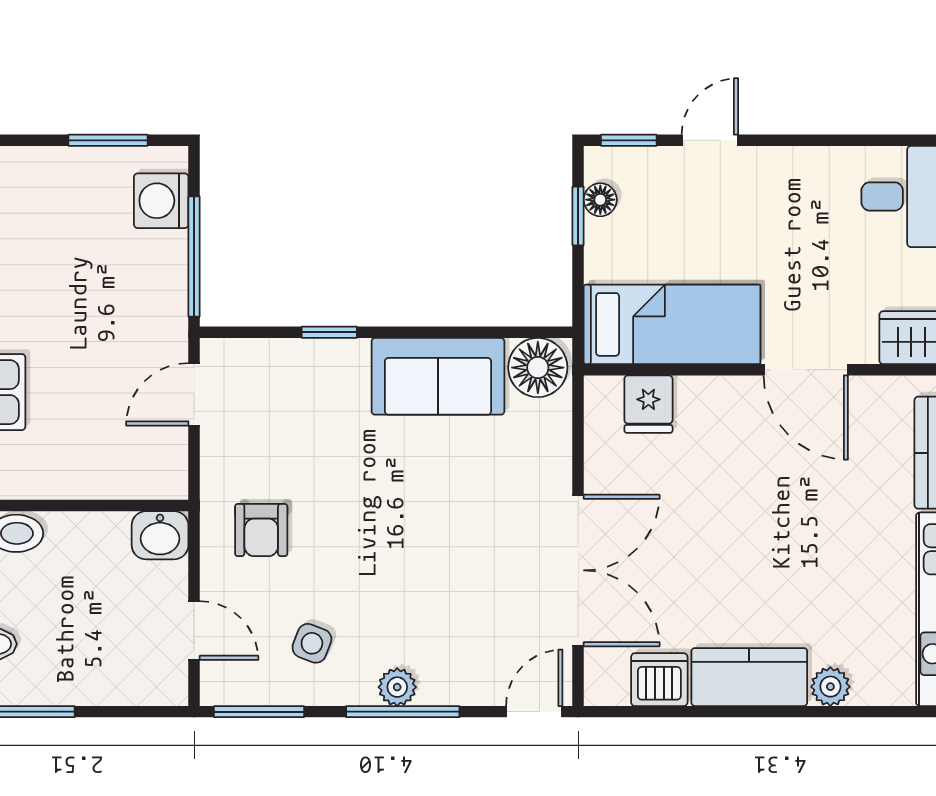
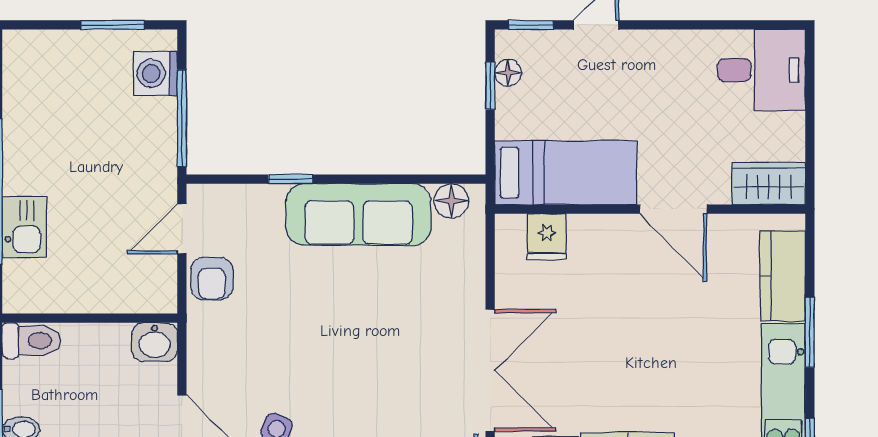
floor lamp: (538, 368) -> (451, 201), width x0.73, depth x0.73
sofa: (438, 376) -> (359, 214), width x1.36
armchair: (261, 530) -> (212, 279), moved

